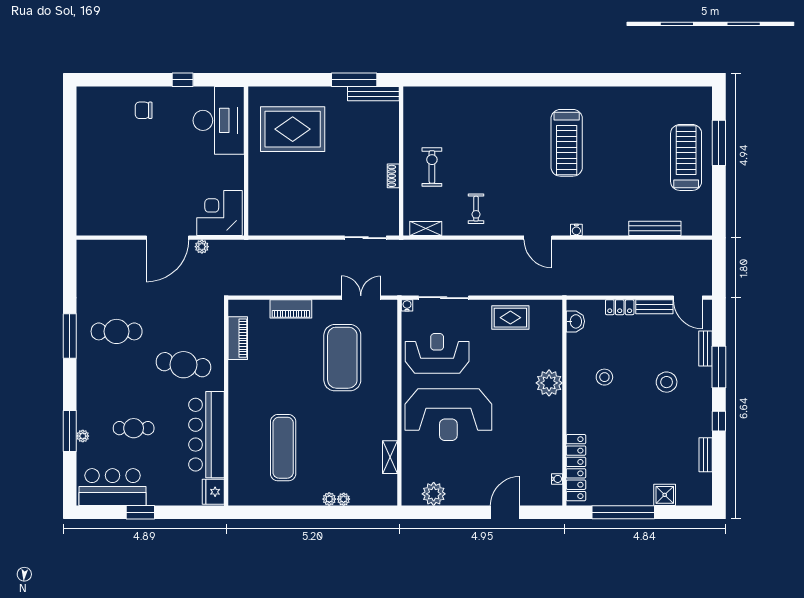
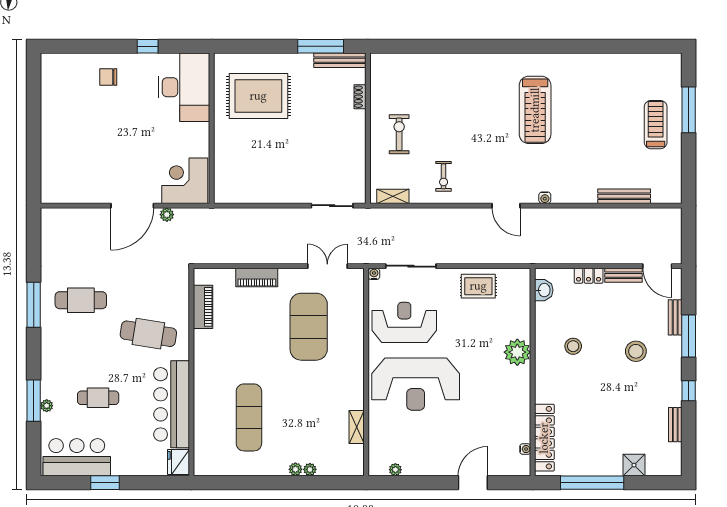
treadmill: (686, 157) -> (656, 125), width x0.73, depth x0.73
shoe rack: (393, 176) -> (360, 97), moved
plant: (434, 494) -> (395, 470), width x0.53, depth x0.53

